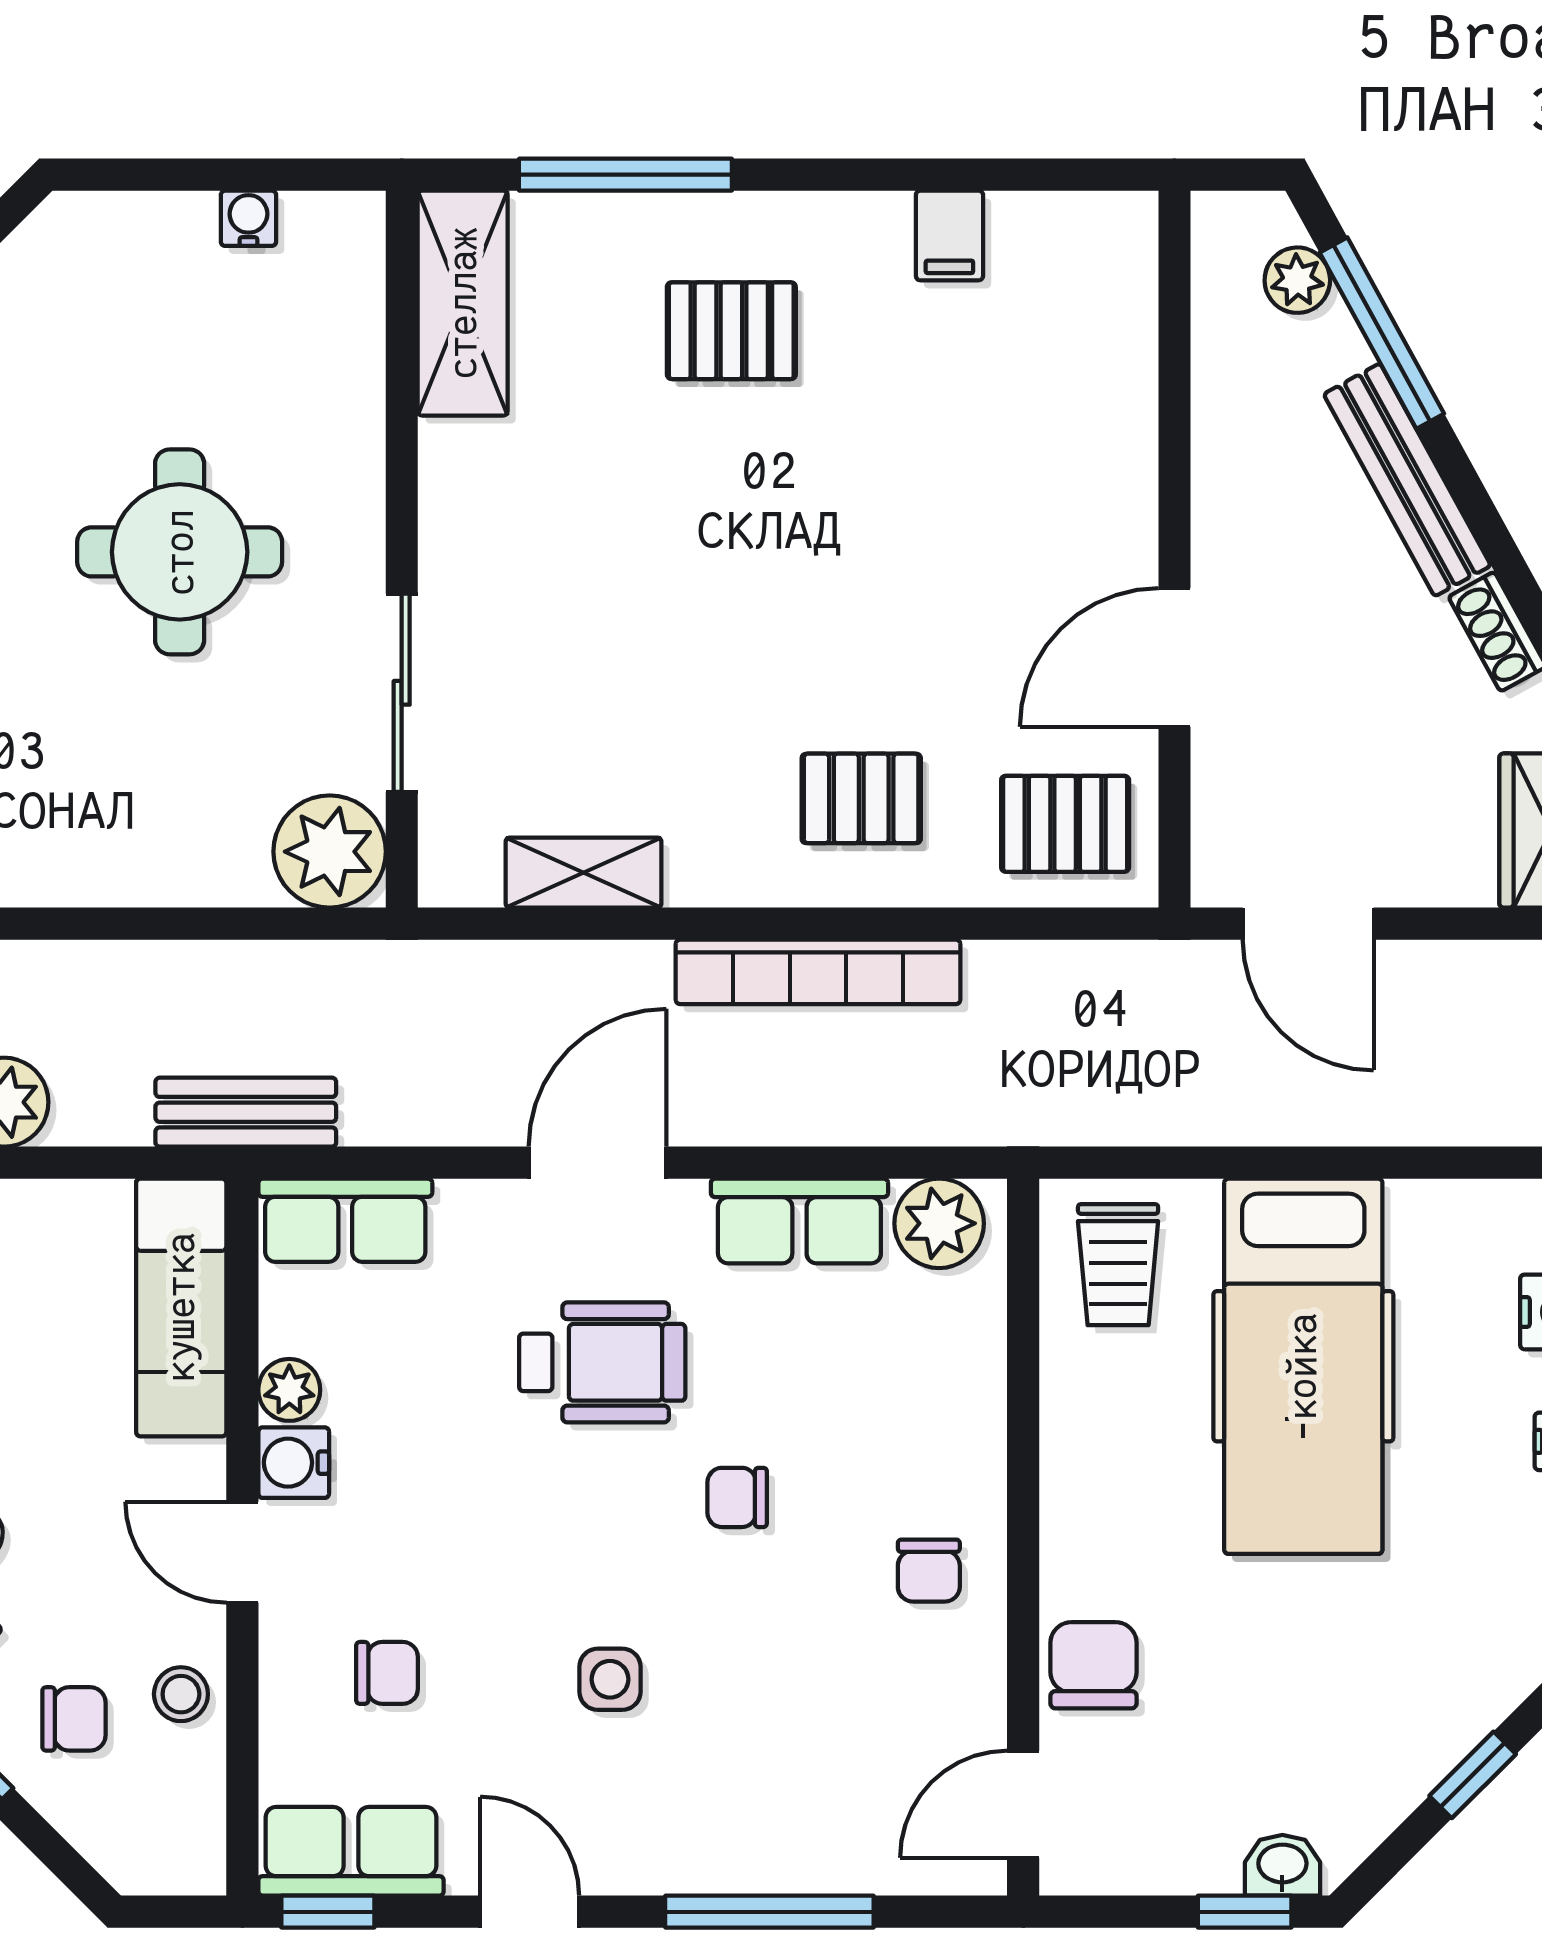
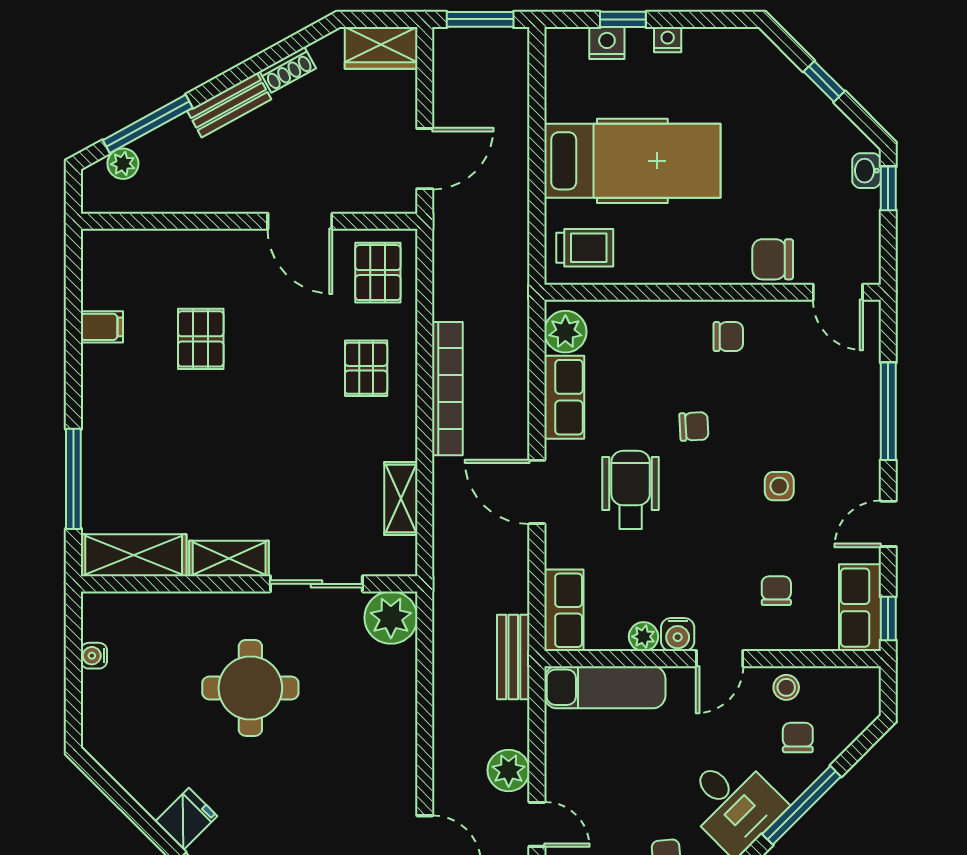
pallet: (731, 331) -> (201, 339), moved
bench: (1407, 480) -> (229, 105), width x0.73
shelving: (456, 506) -> (229, 558), added
chair: (737, 1497) -> (694, 426), turned -93

